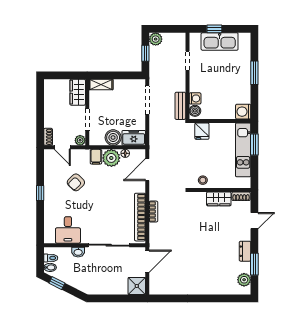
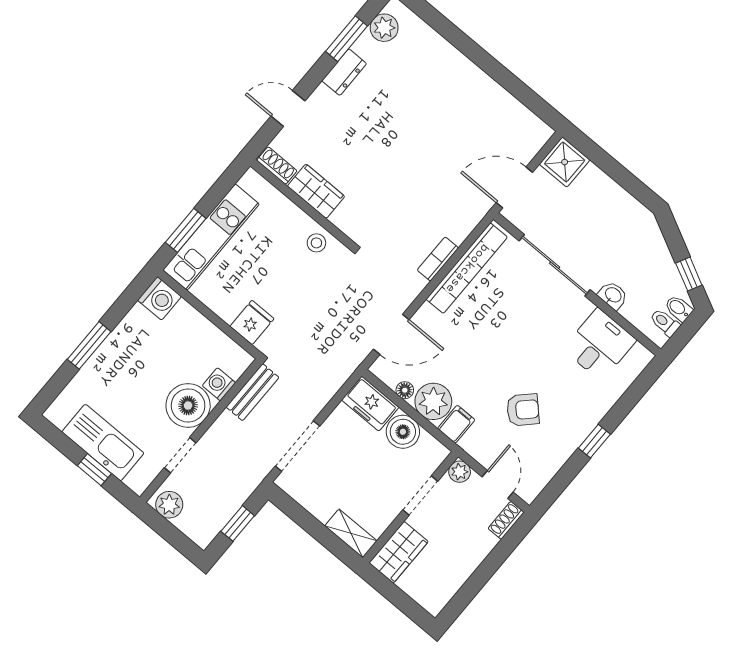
plant: (156, 39) -> (169, 505), moved
boiler: (195, 111) -> (188, 405), moved, width x1.86, depth x1.86

